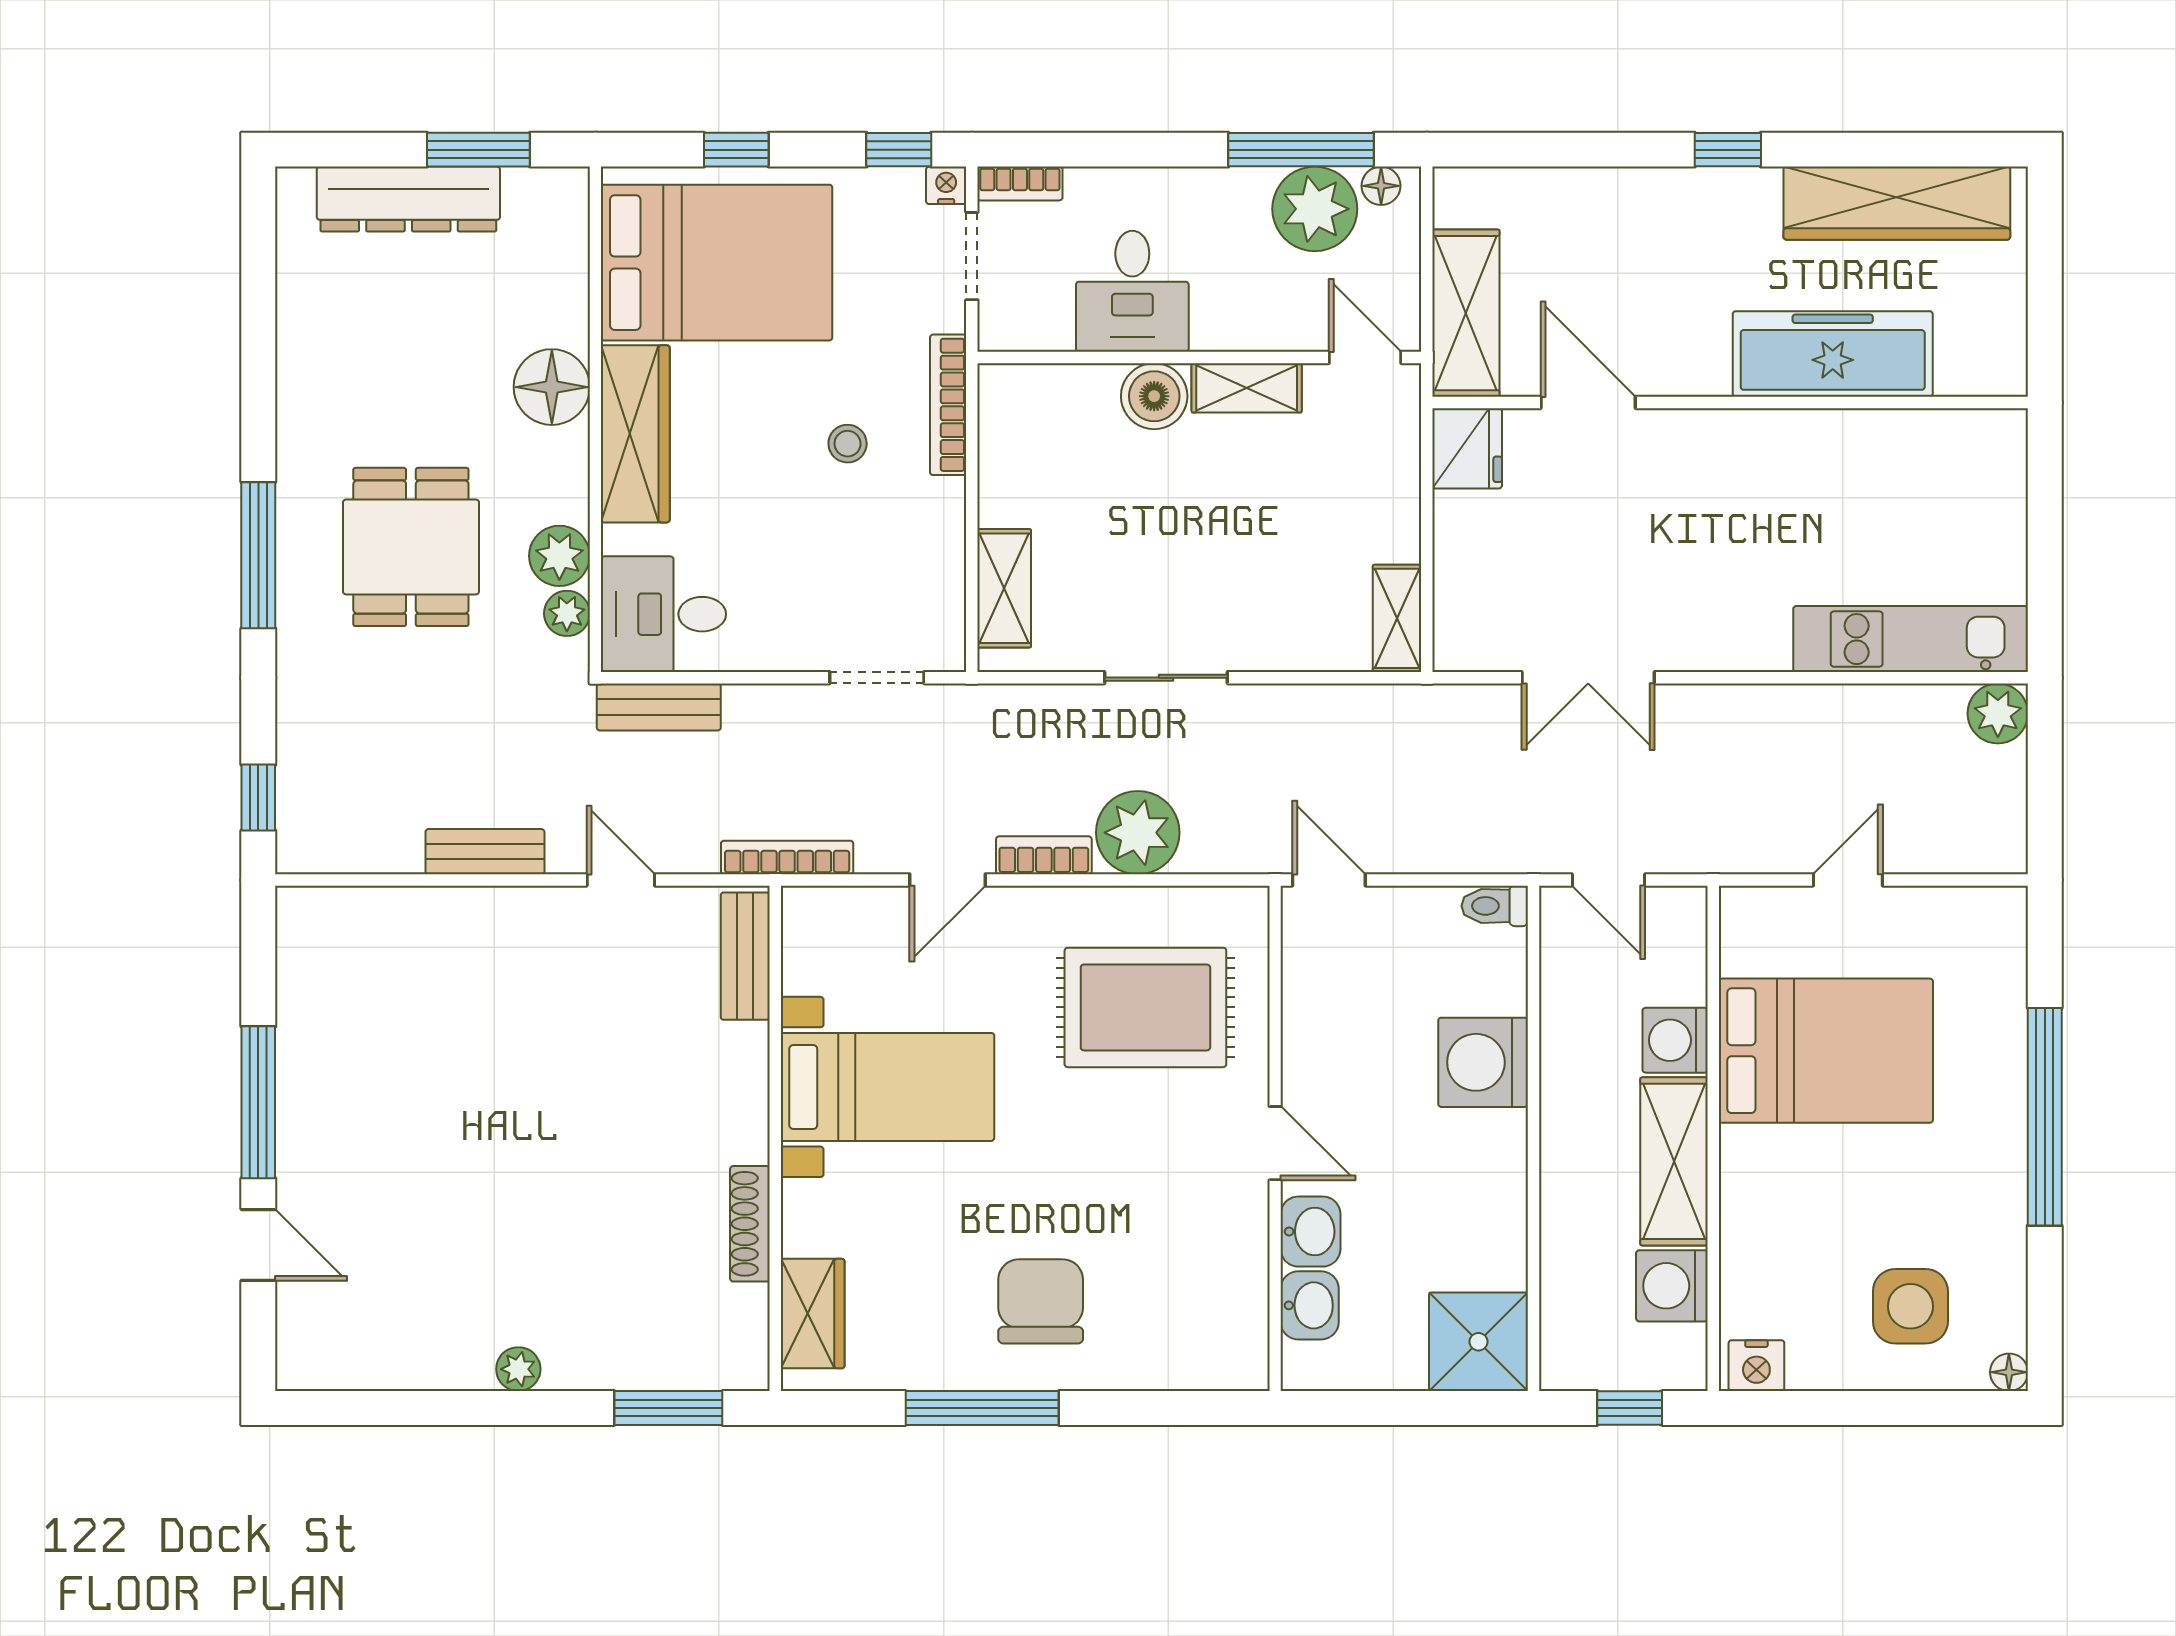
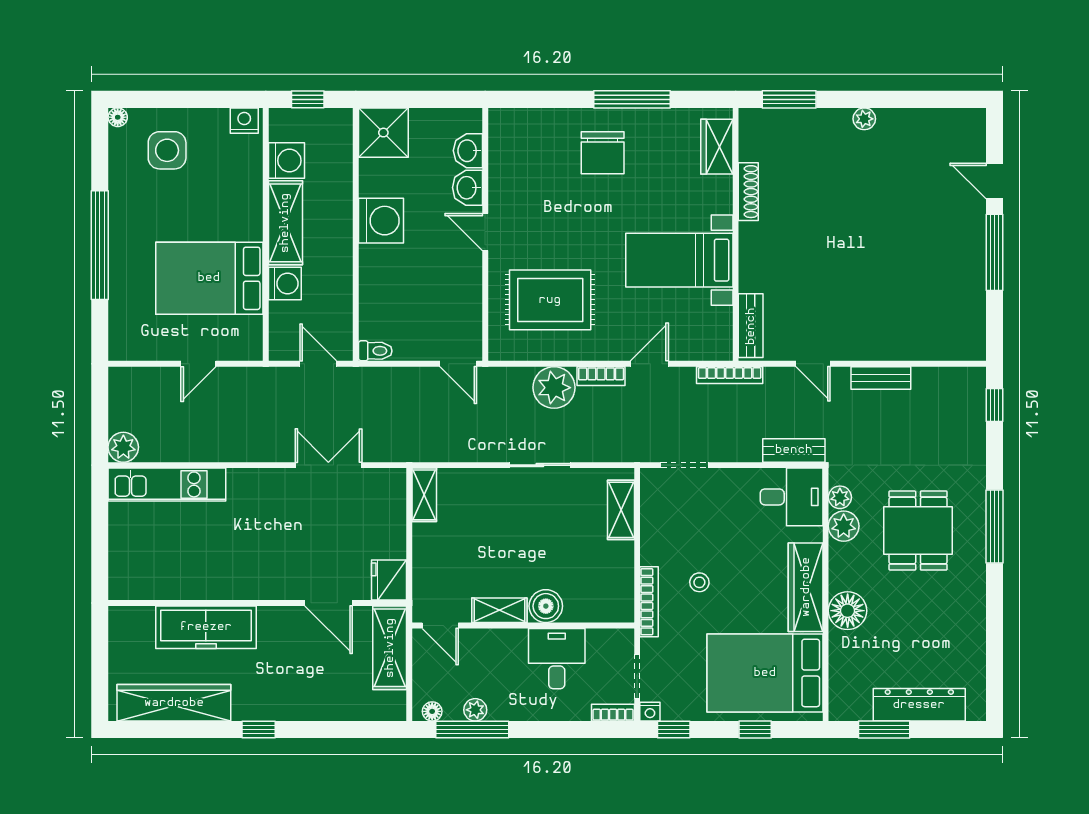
plant: (1315, 209) -> (475, 710), width x0.53, depth x0.53
washing machine: (1483, 1062) -> (381, 221), moved

